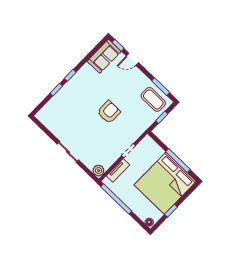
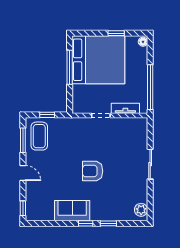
sofa: (104, 56) -> (72, 211), moved
door: (132, 59) -> (23, 173), moved
armchair: (109, 112) -> (93, 171), moved
plant: (98, 171) -> (141, 210), moved

